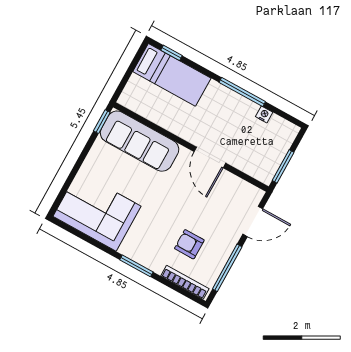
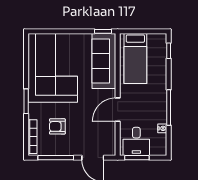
bed: (172, 75) -> (135, 58), moved
desk: (262, 156) -> (136, 141), added
corner sofa: (97, 211) -> (53, 68), width x1.36, depth x1.36
armchair: (189, 244) -> (57, 126), turned -90

